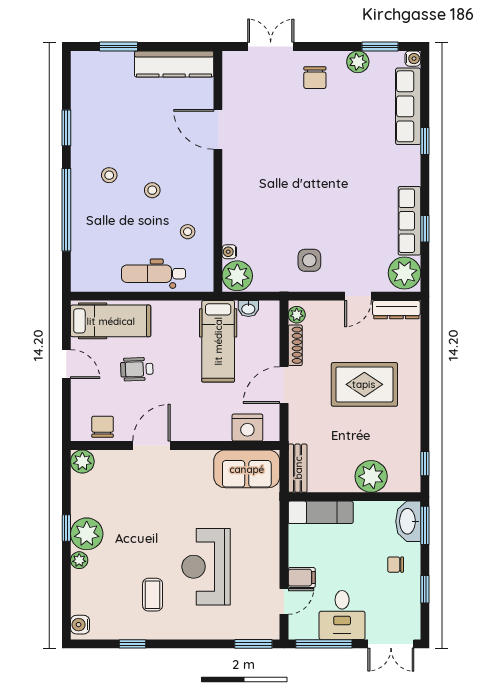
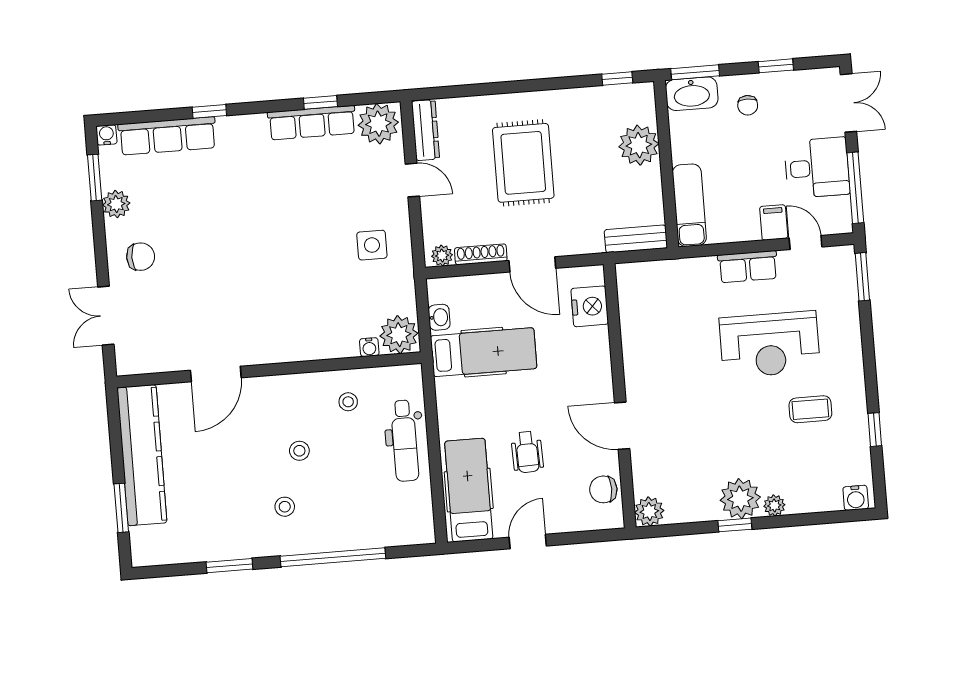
kitchen counter: (174, 64) -> (142, 455), width x1.39, depth x1.17
sofa: (247, 469) -> (642, 303), removed
row of seats: (269, 554) -> (748, 267), added

